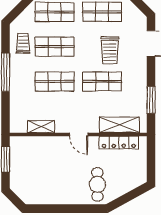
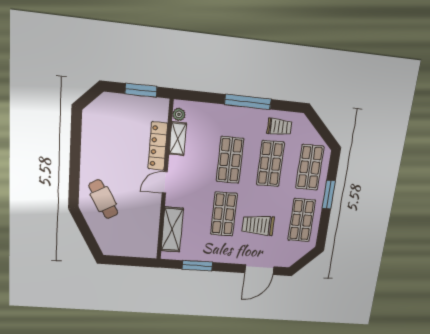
plant: (21, 128) -> (179, 114), added
locker: (119, 143) -> (158, 146), moved
cafe table: (97, 184) -> (103, 199), turned 60

